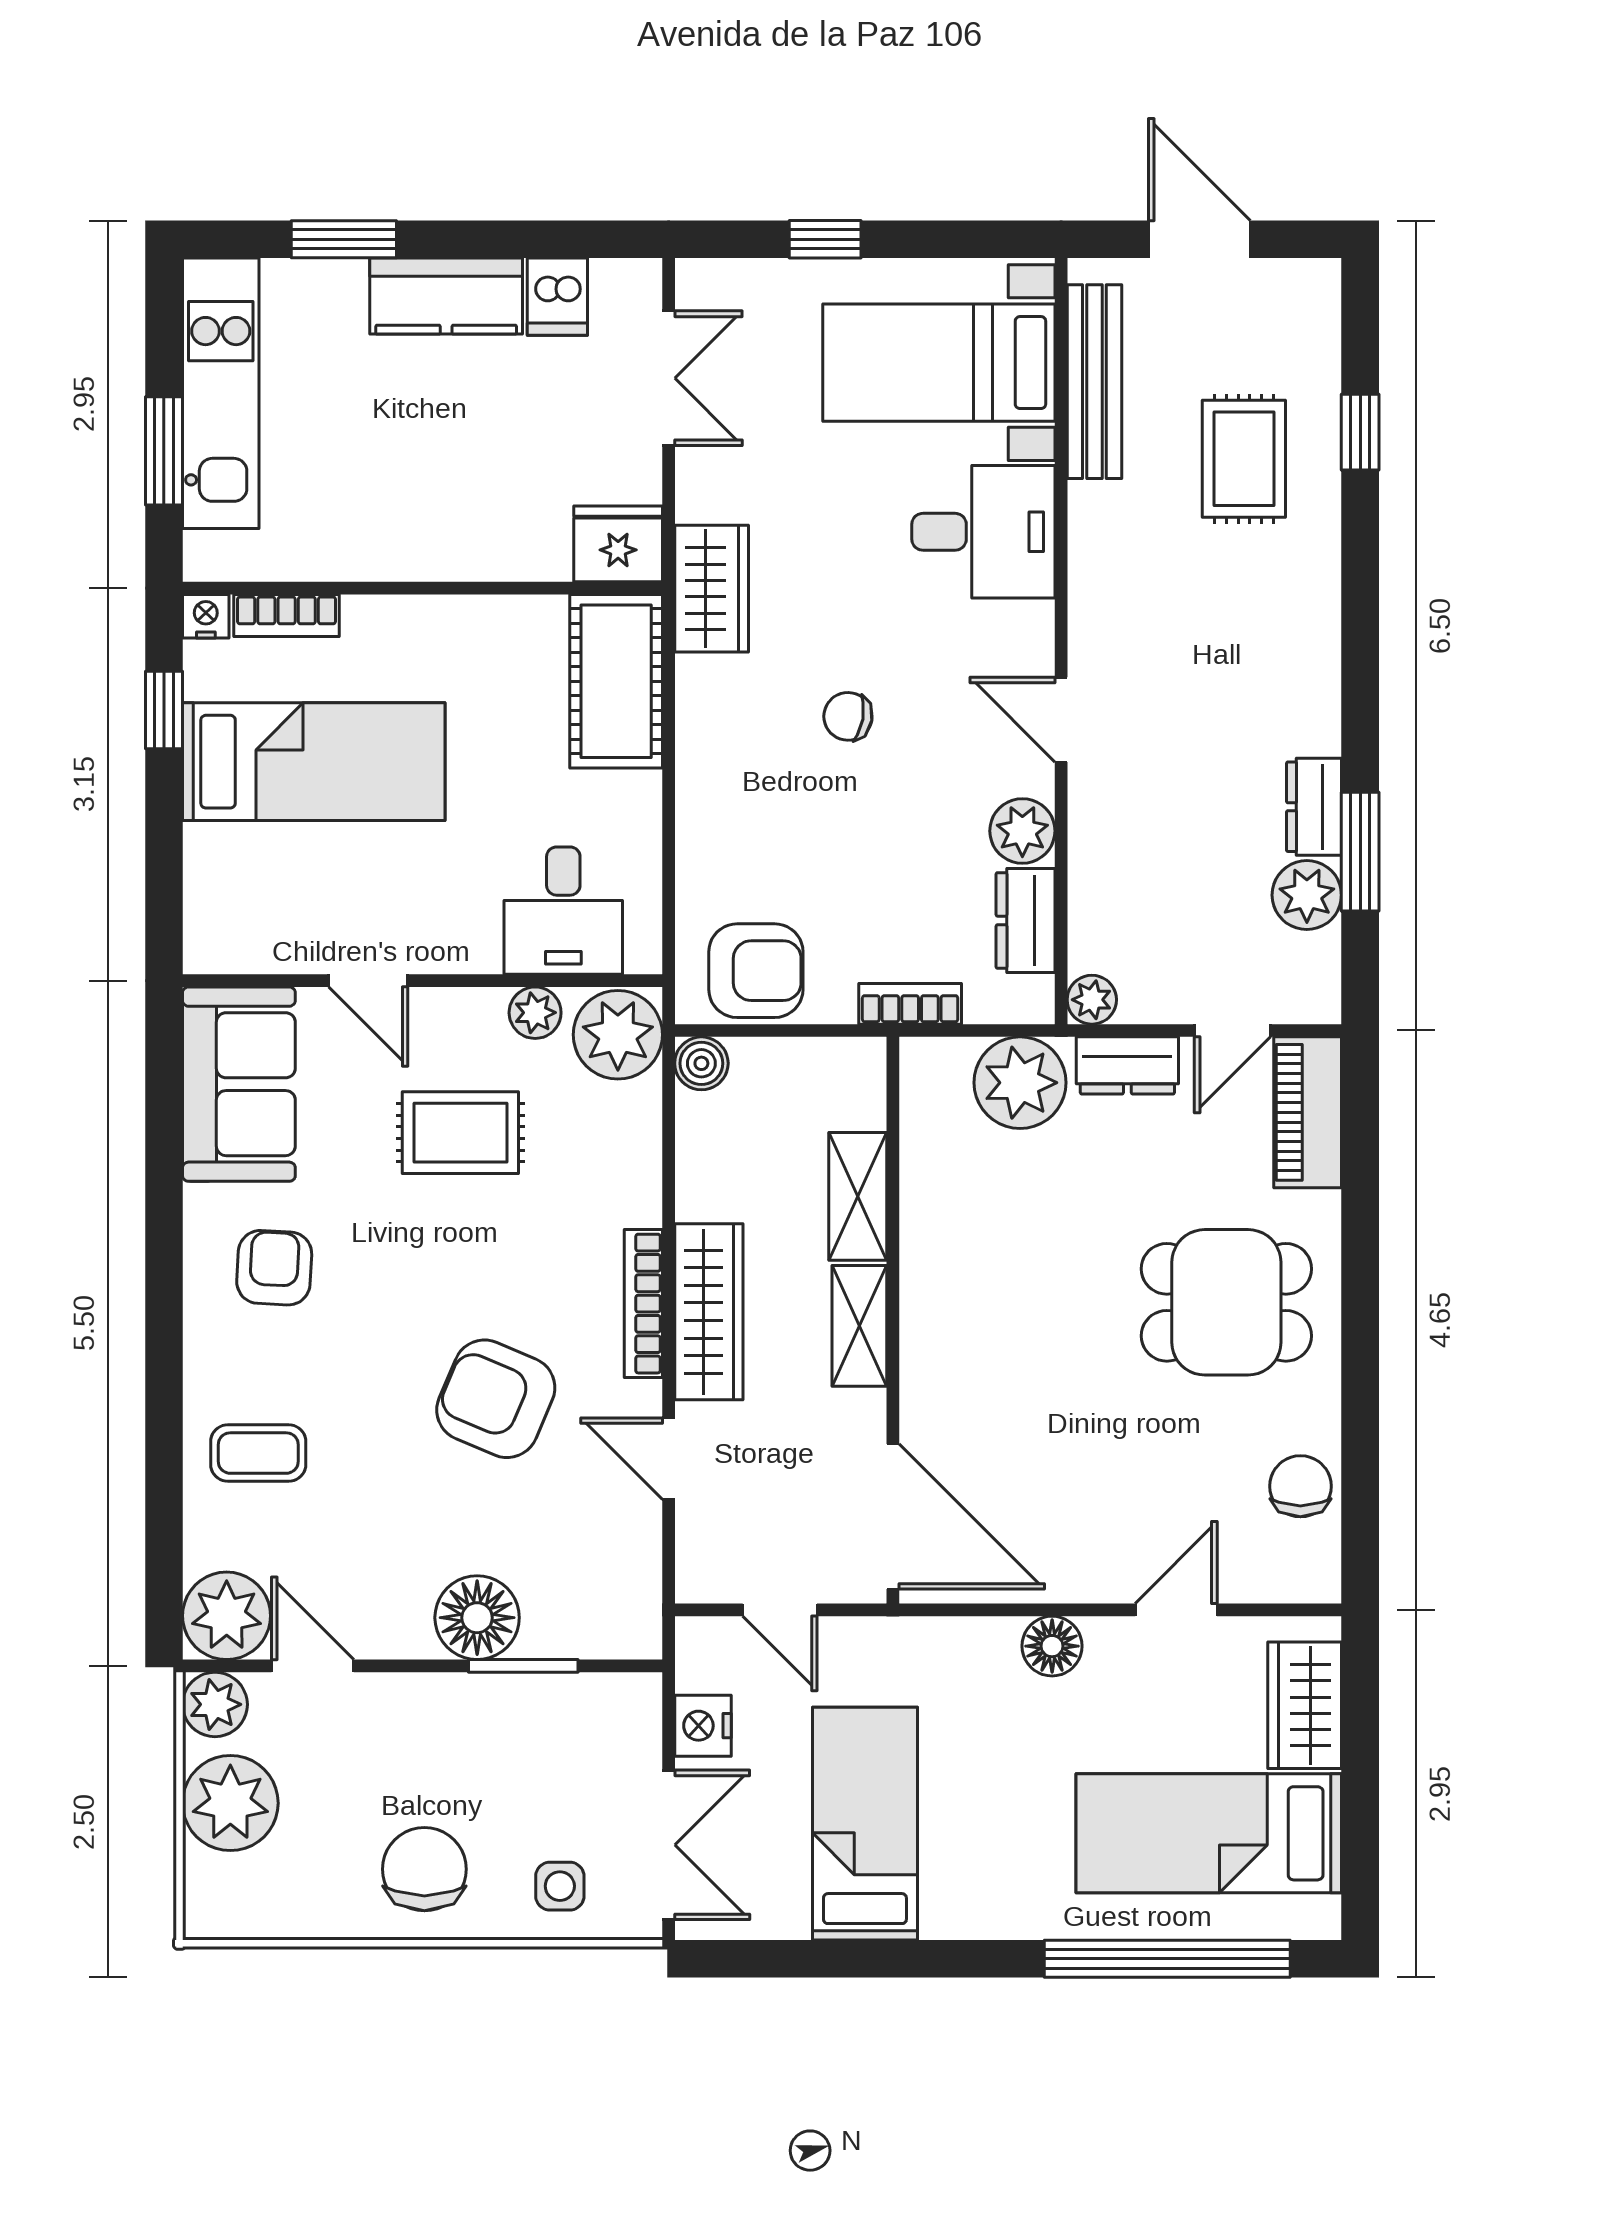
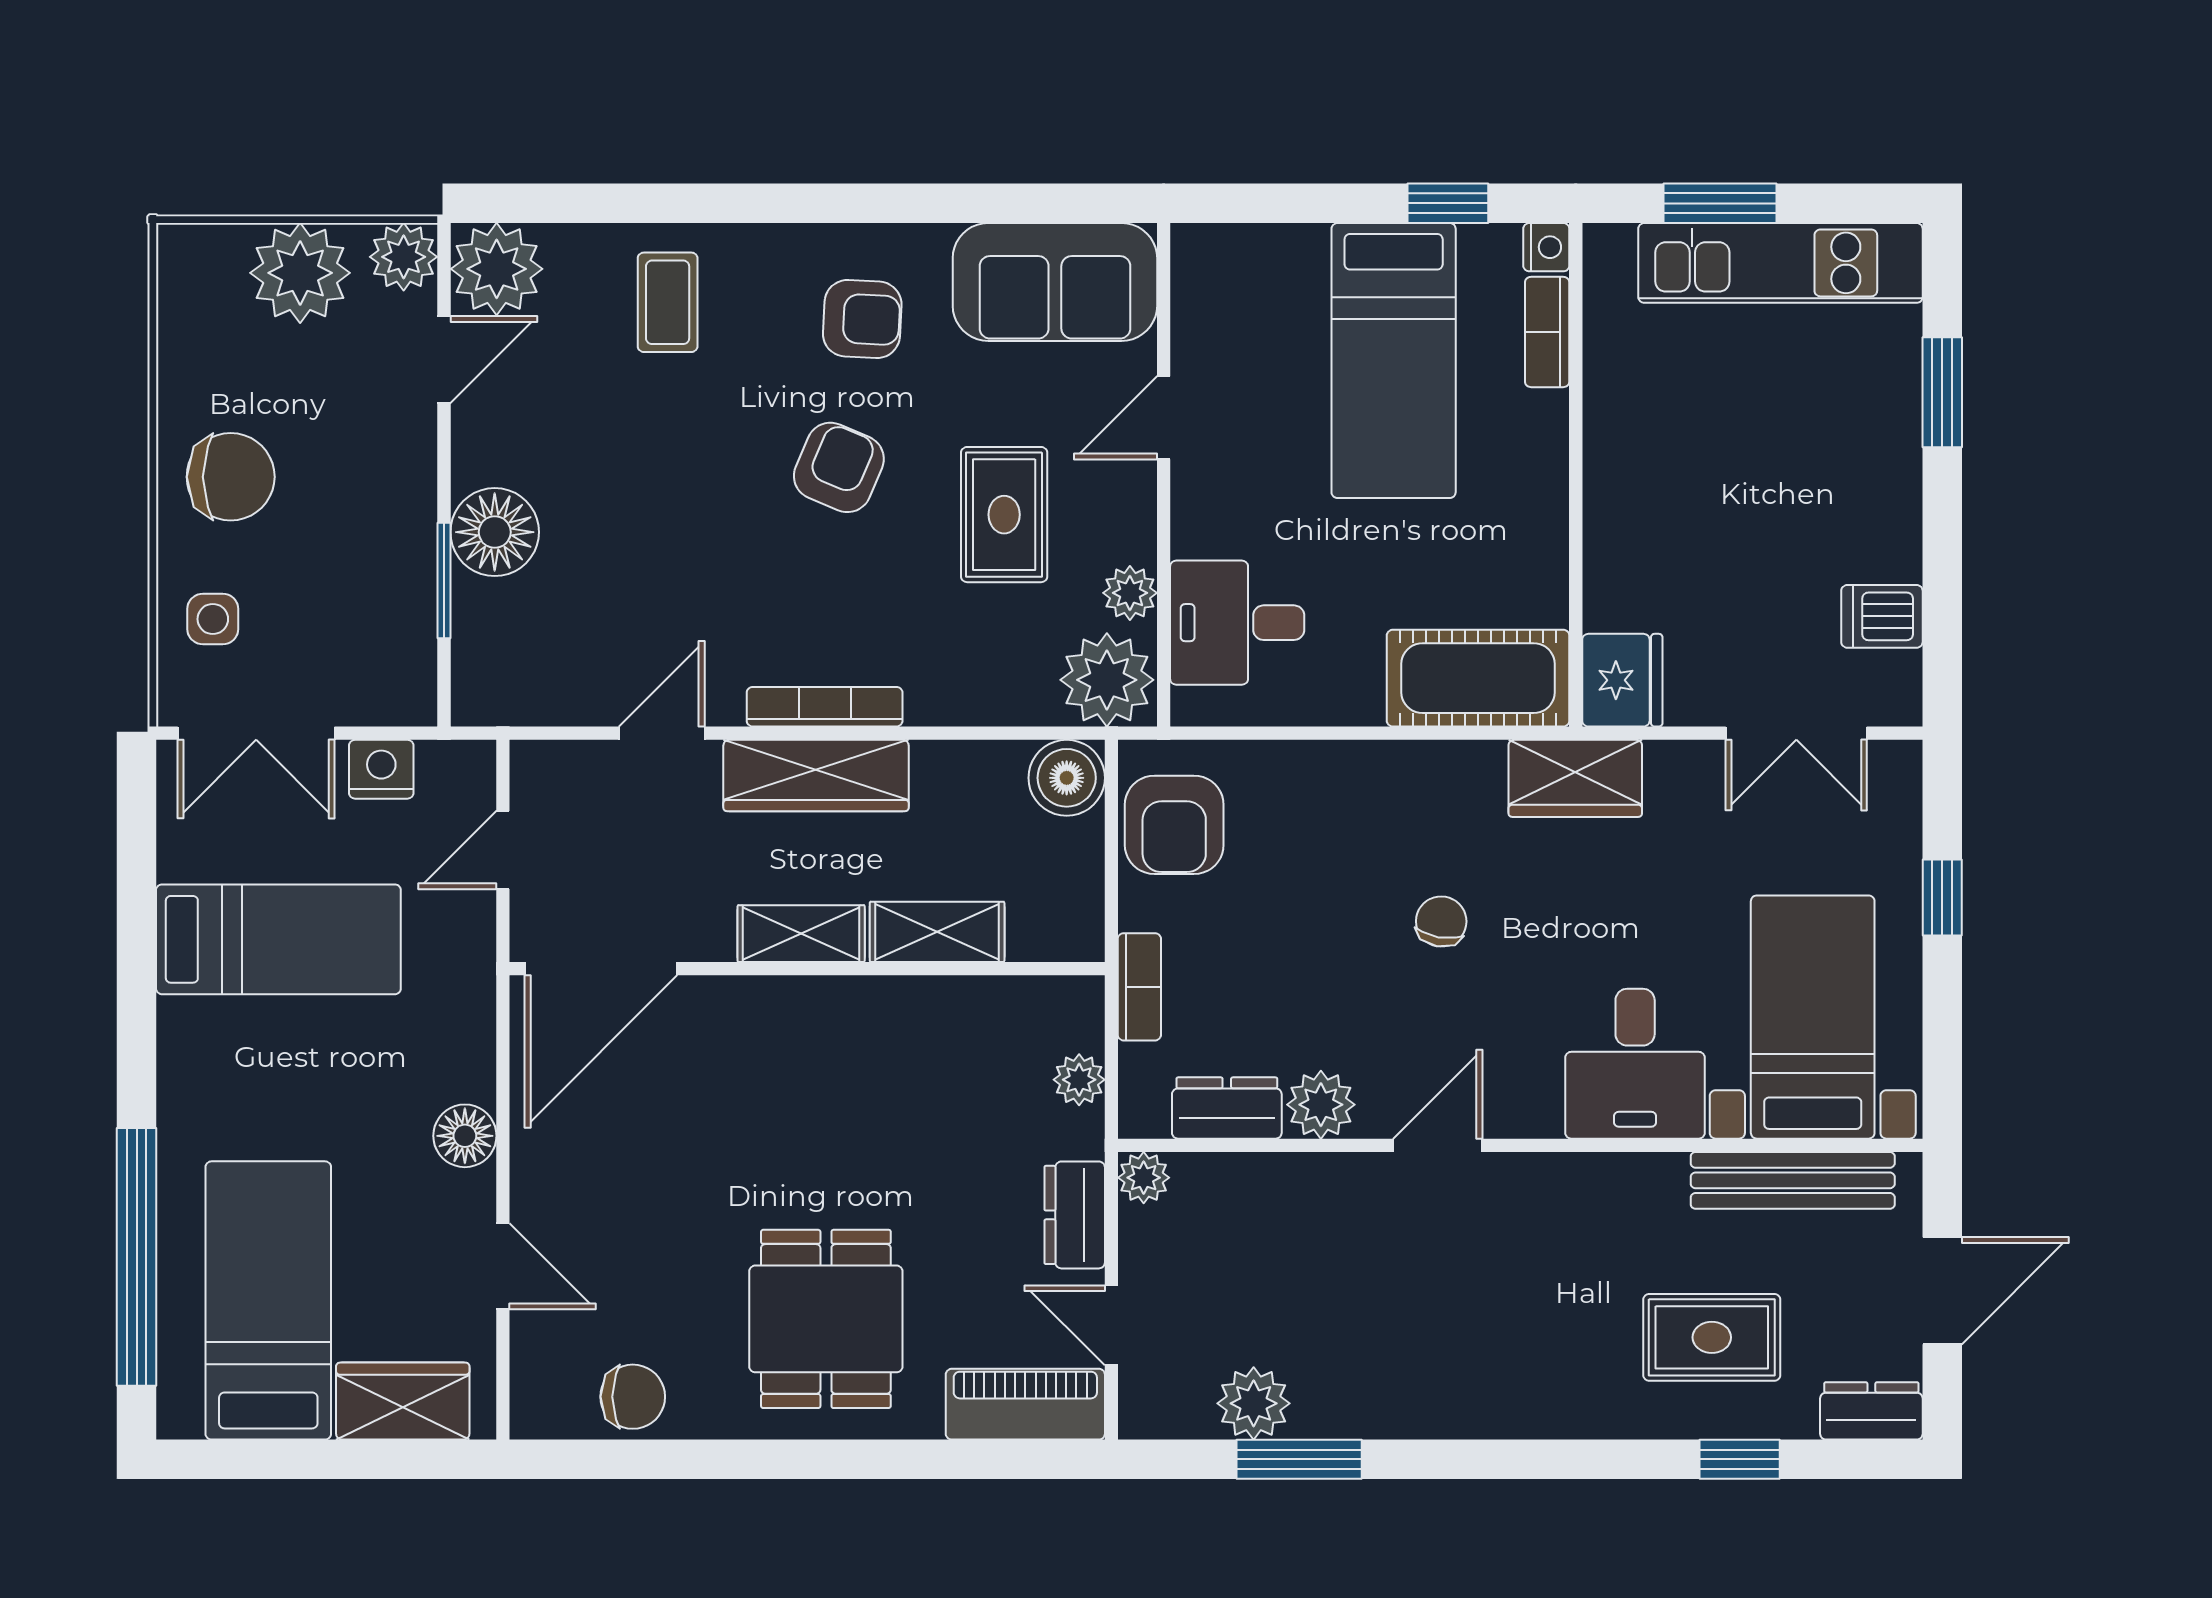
kitchen counter: (446, 296) -> (1882, 500), removed
dresser: (1314, 807) -> (1871, 1411), moved
boiler: (701, 1063) -> (1067, 778), width x1.36, depth x1.36
plant: (1020, 1083) -> (1079, 1080), width x0.53, depth x0.53
armchair: (496, 1399) -> (839, 467), moved, width x0.72, depth x0.72

